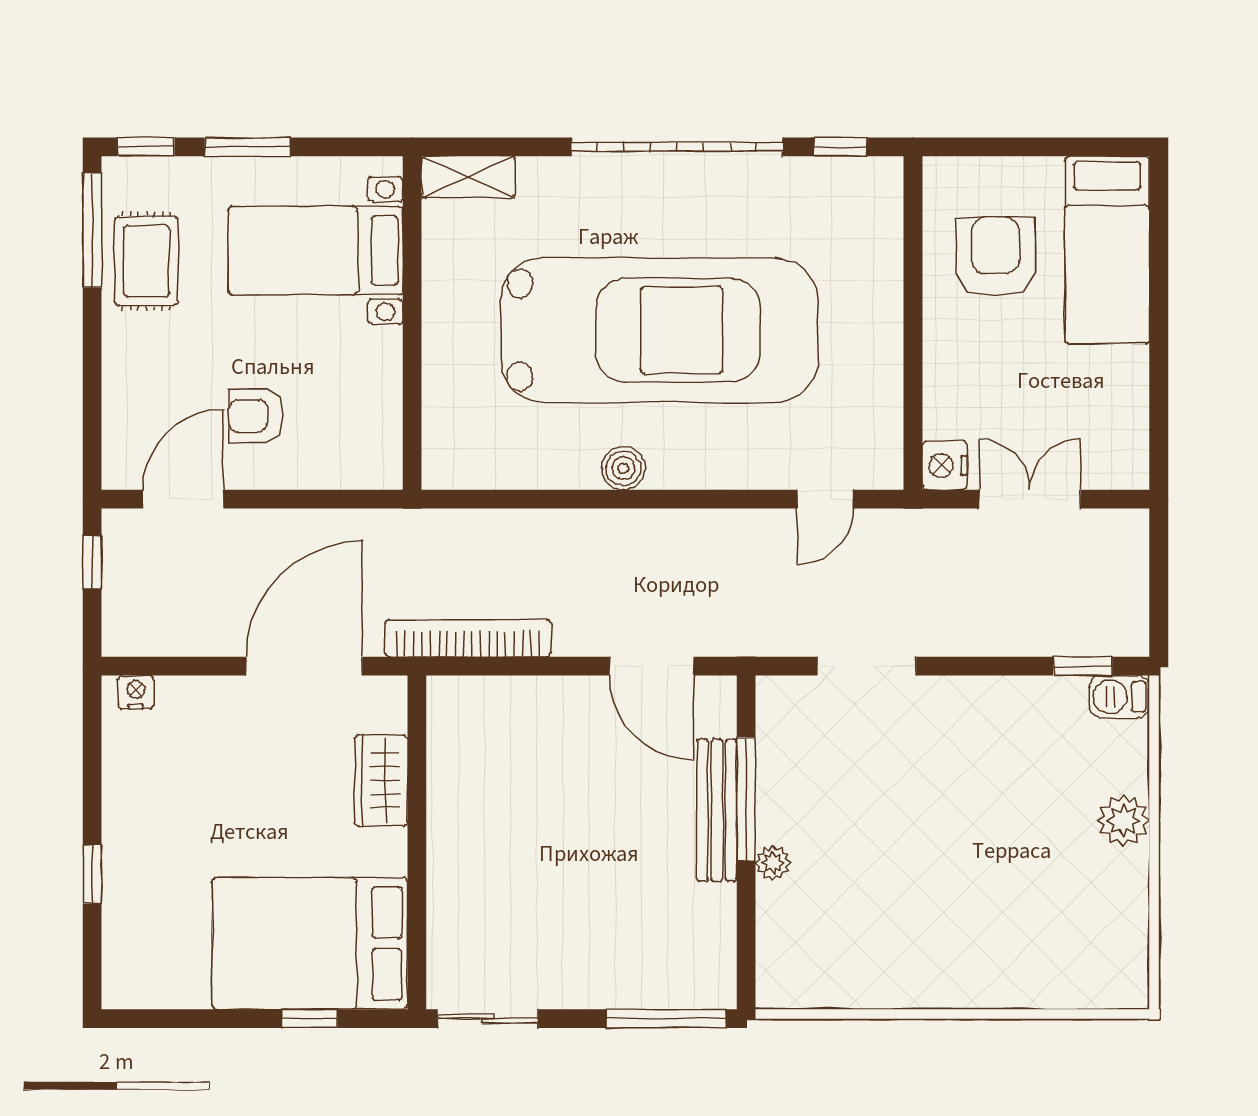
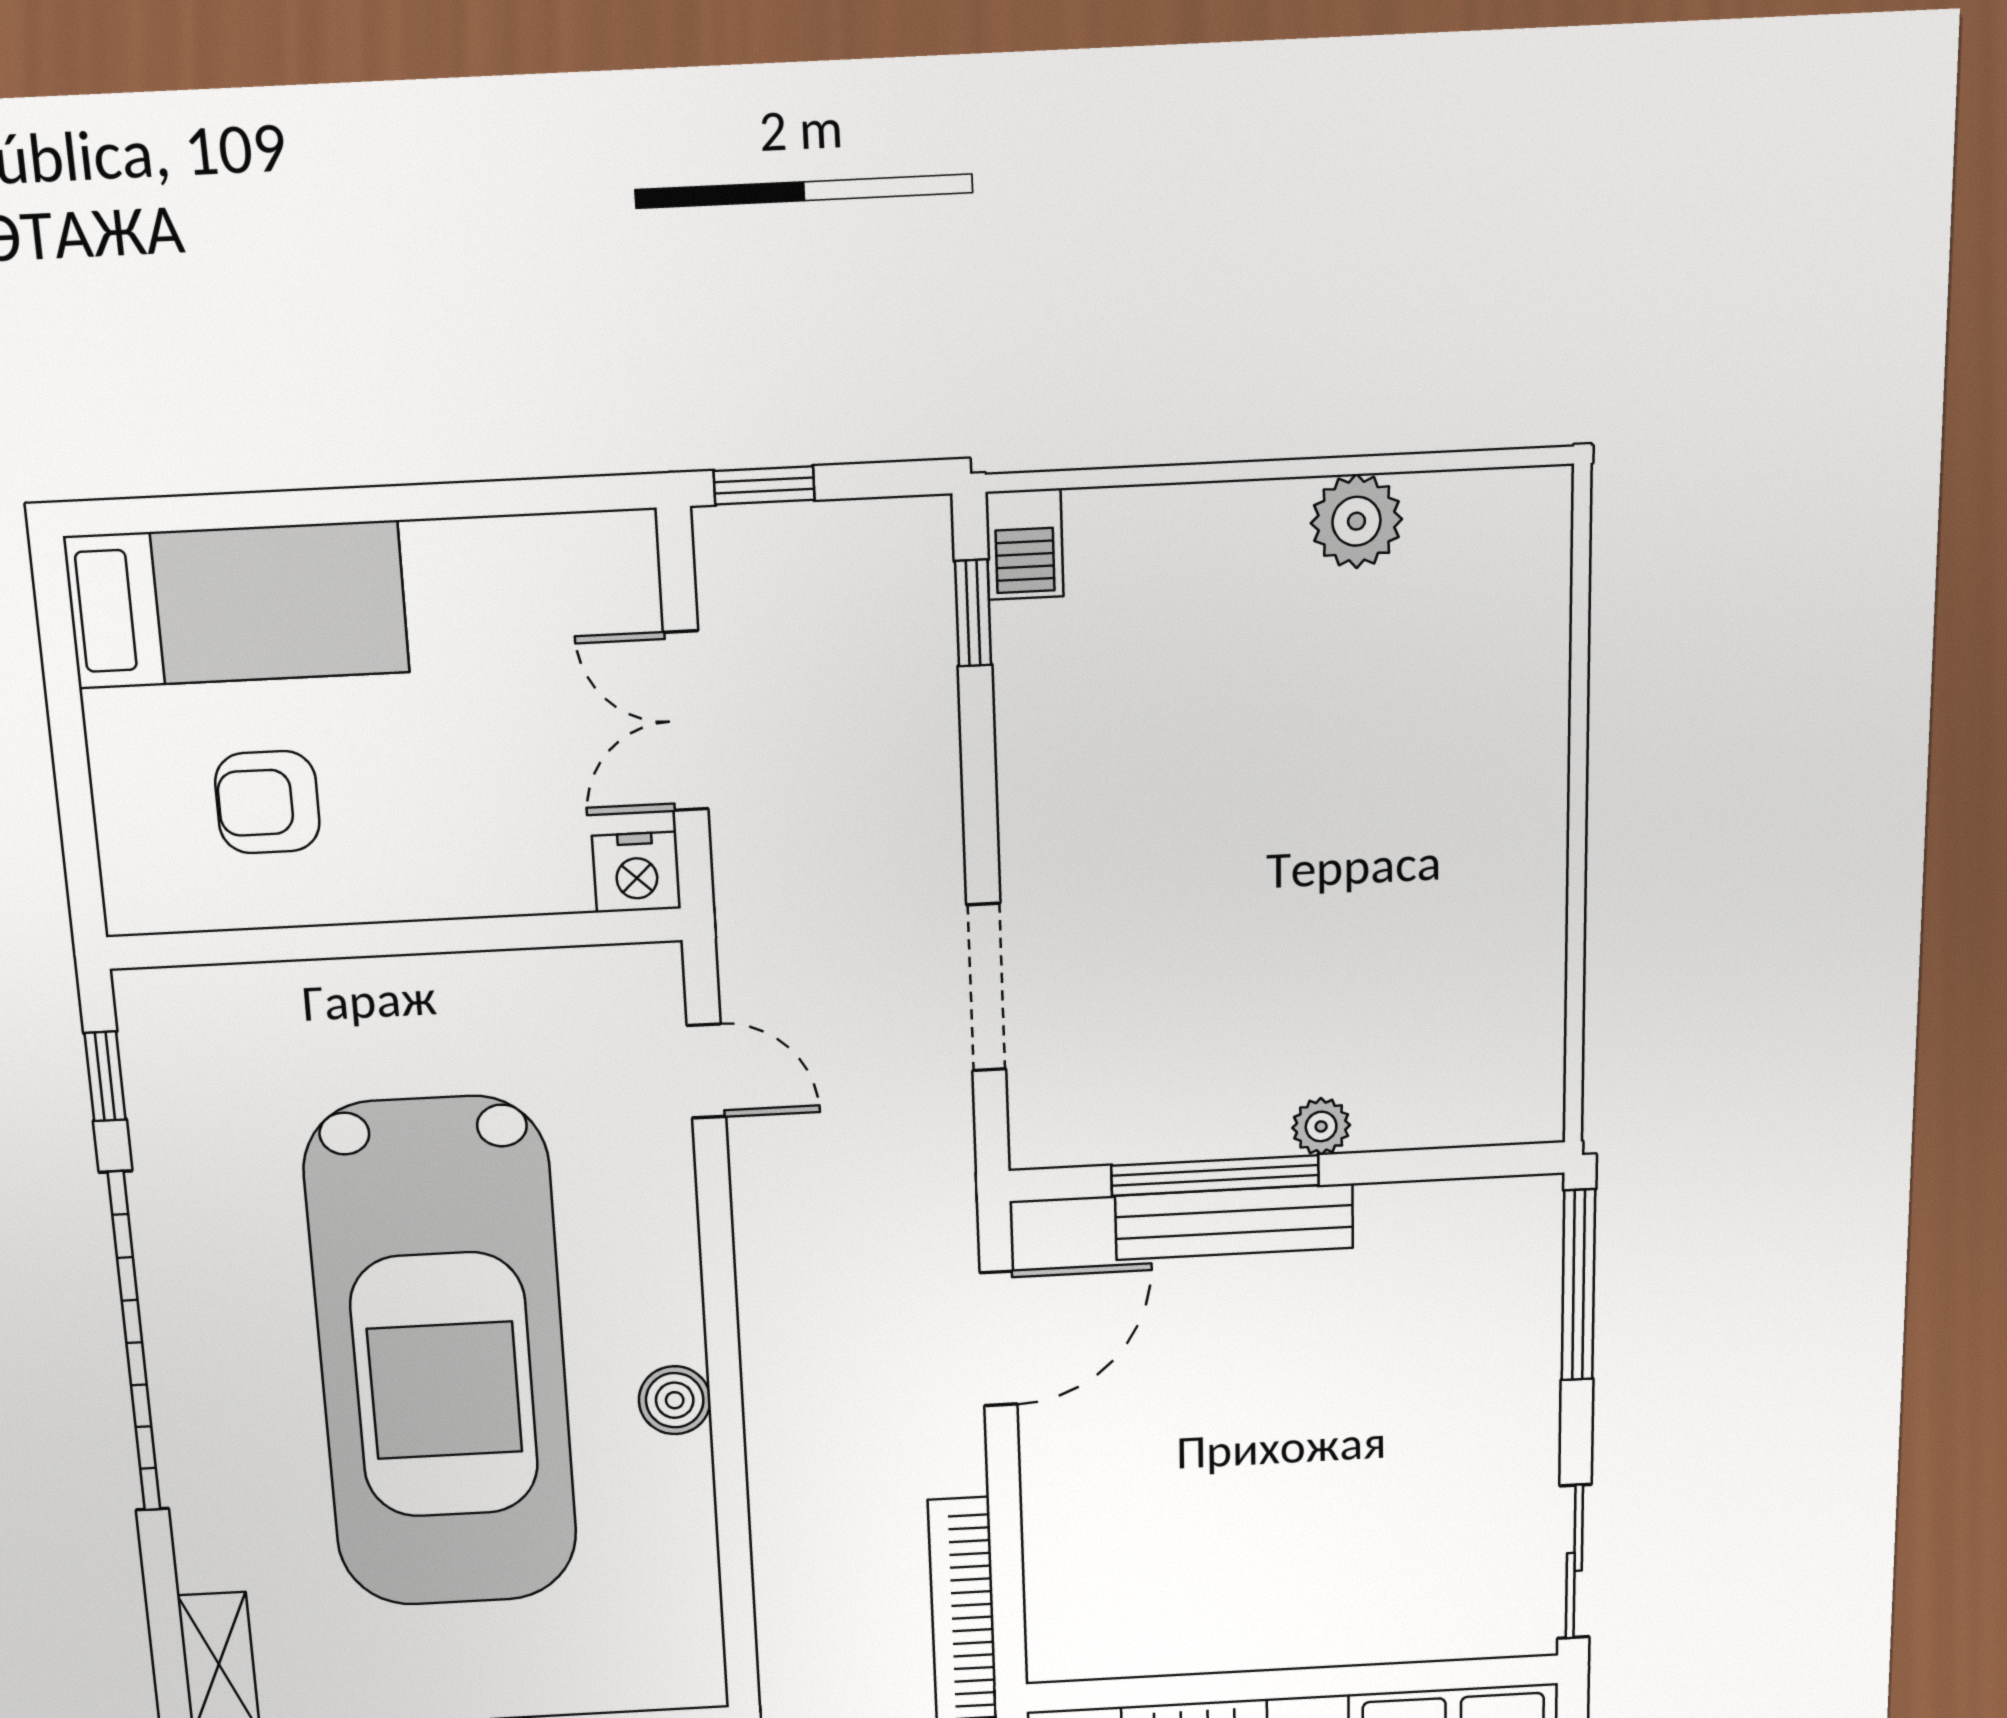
armchair: (995, 256) -> (267, 802), width x0.72, depth x0.72
car: (659, 330) -> (442, 1355), turned 180
window: (1159, 551) -> (764, 485), added
plant: (1123, 820) -> (1356, 521), moved

